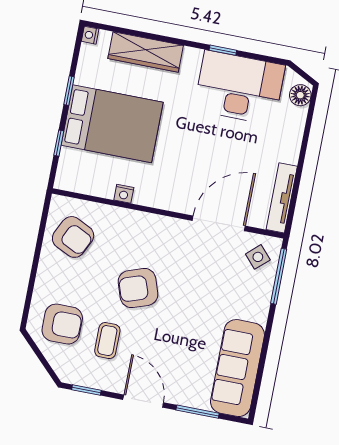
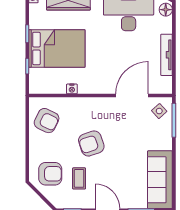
tv unit: (282, 198) -> (167, 55), moved

